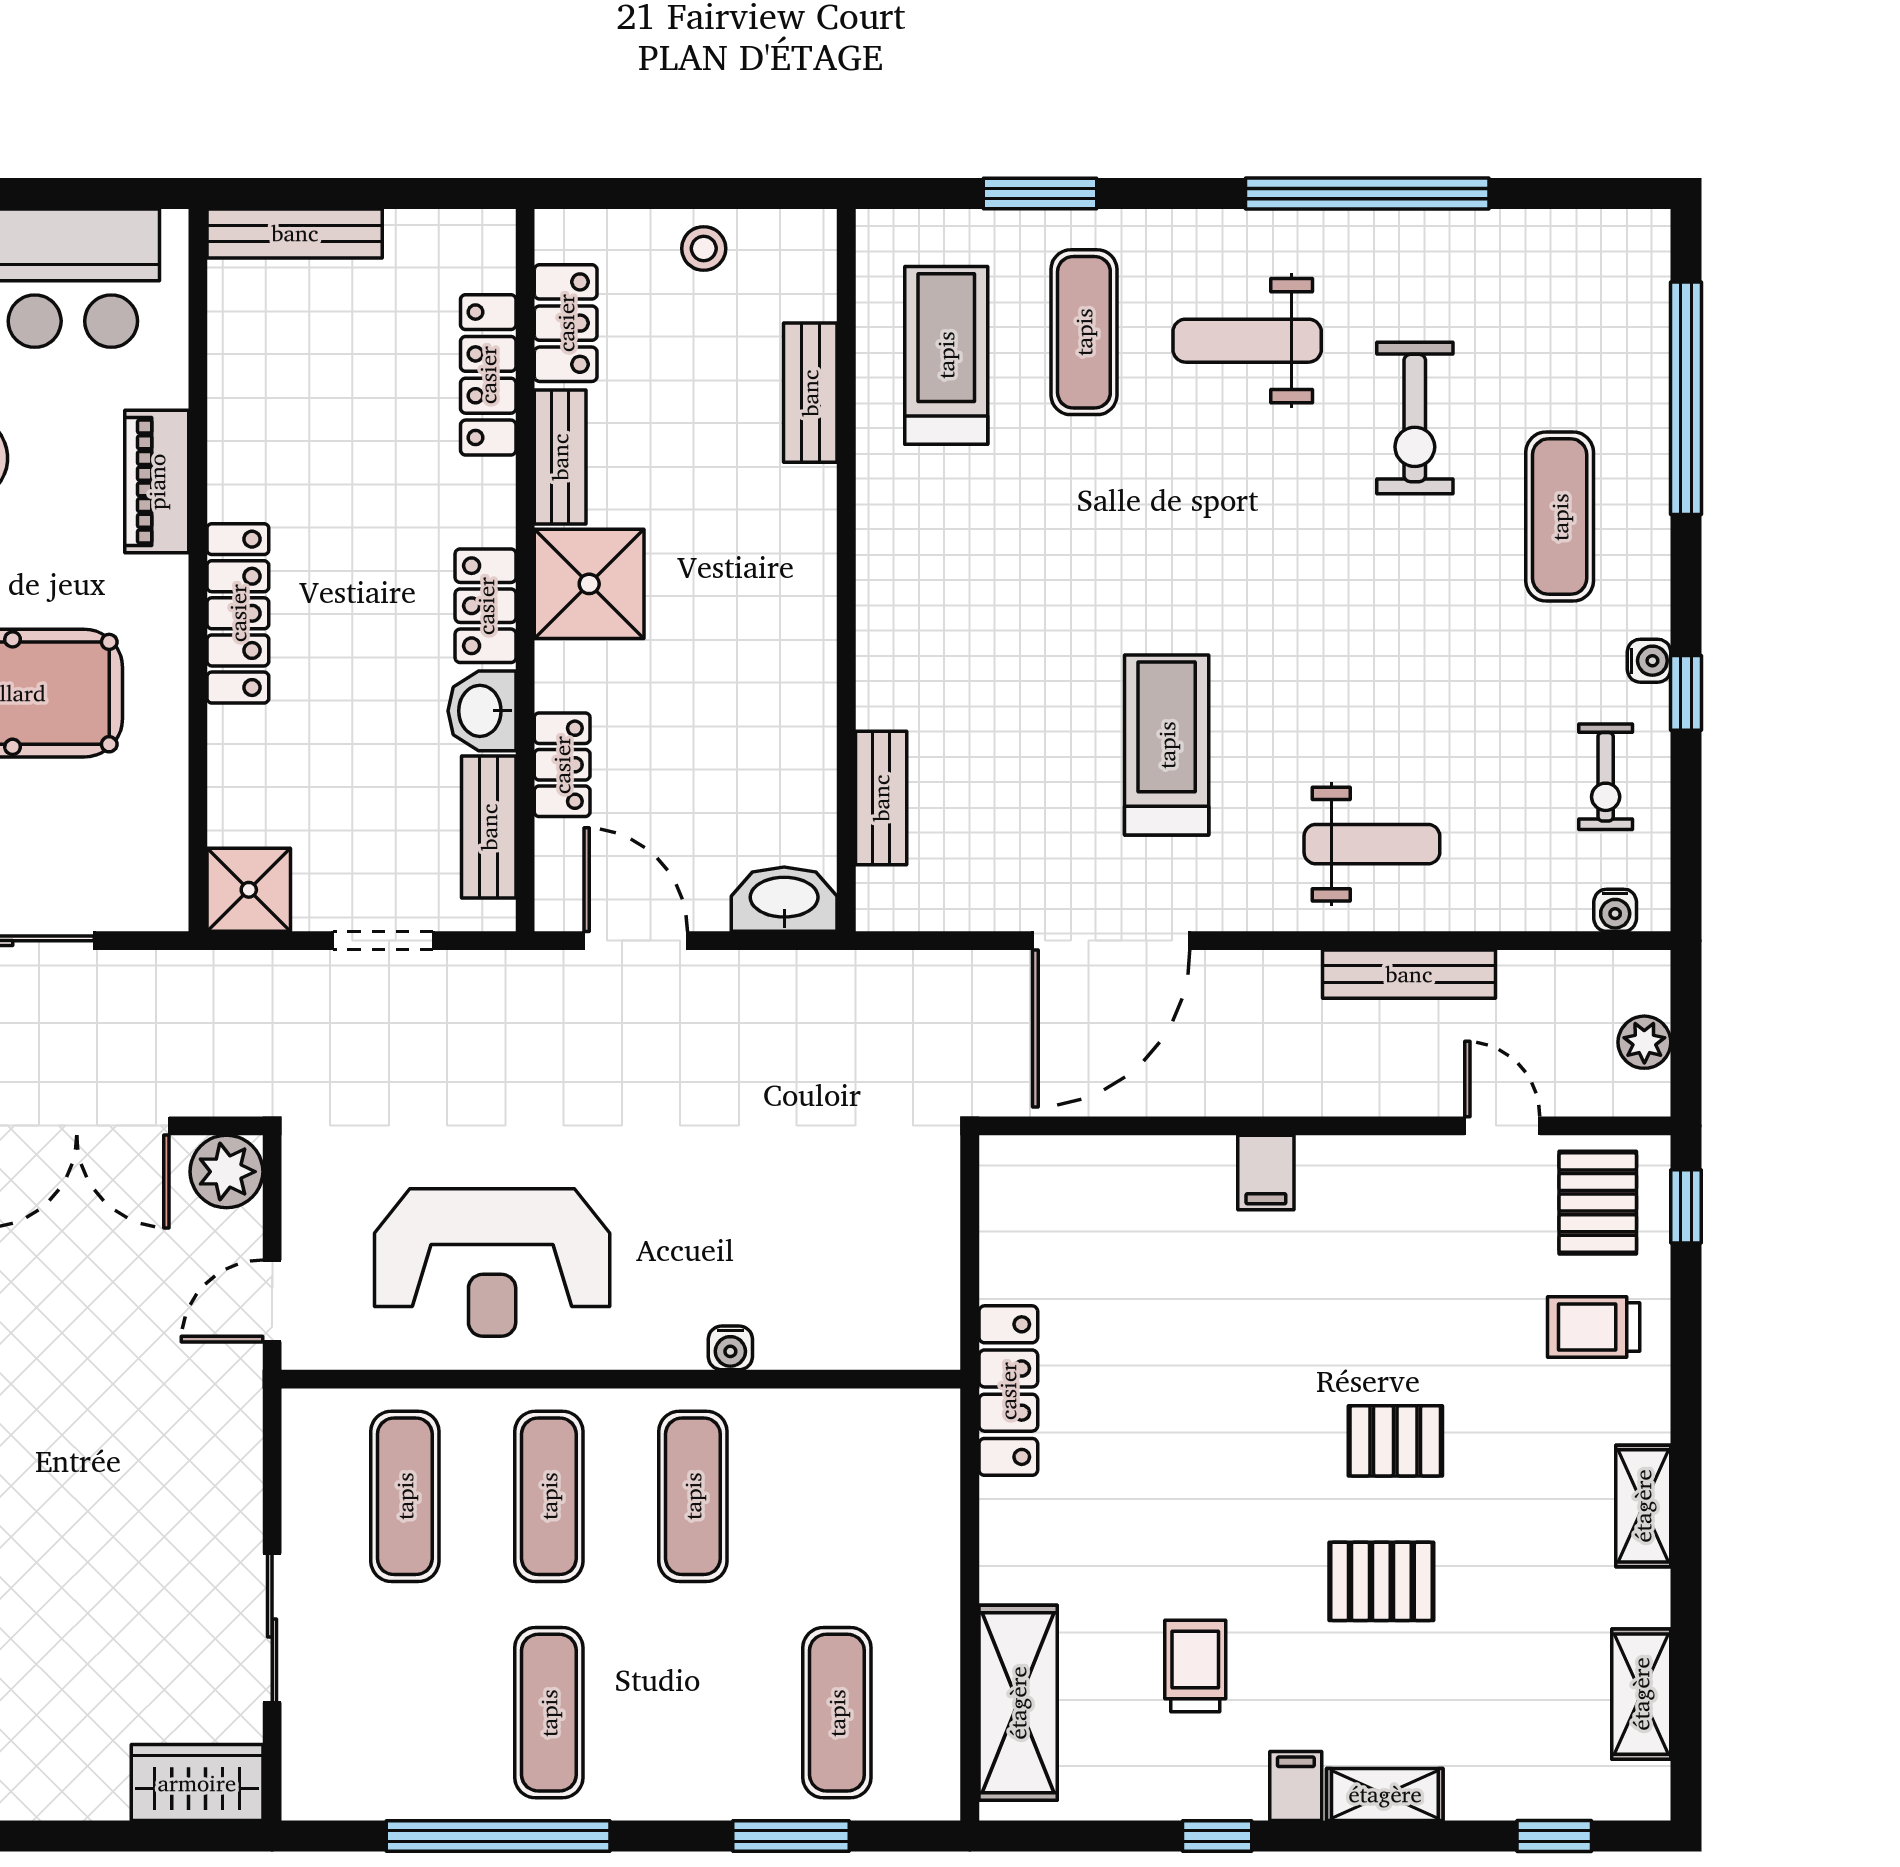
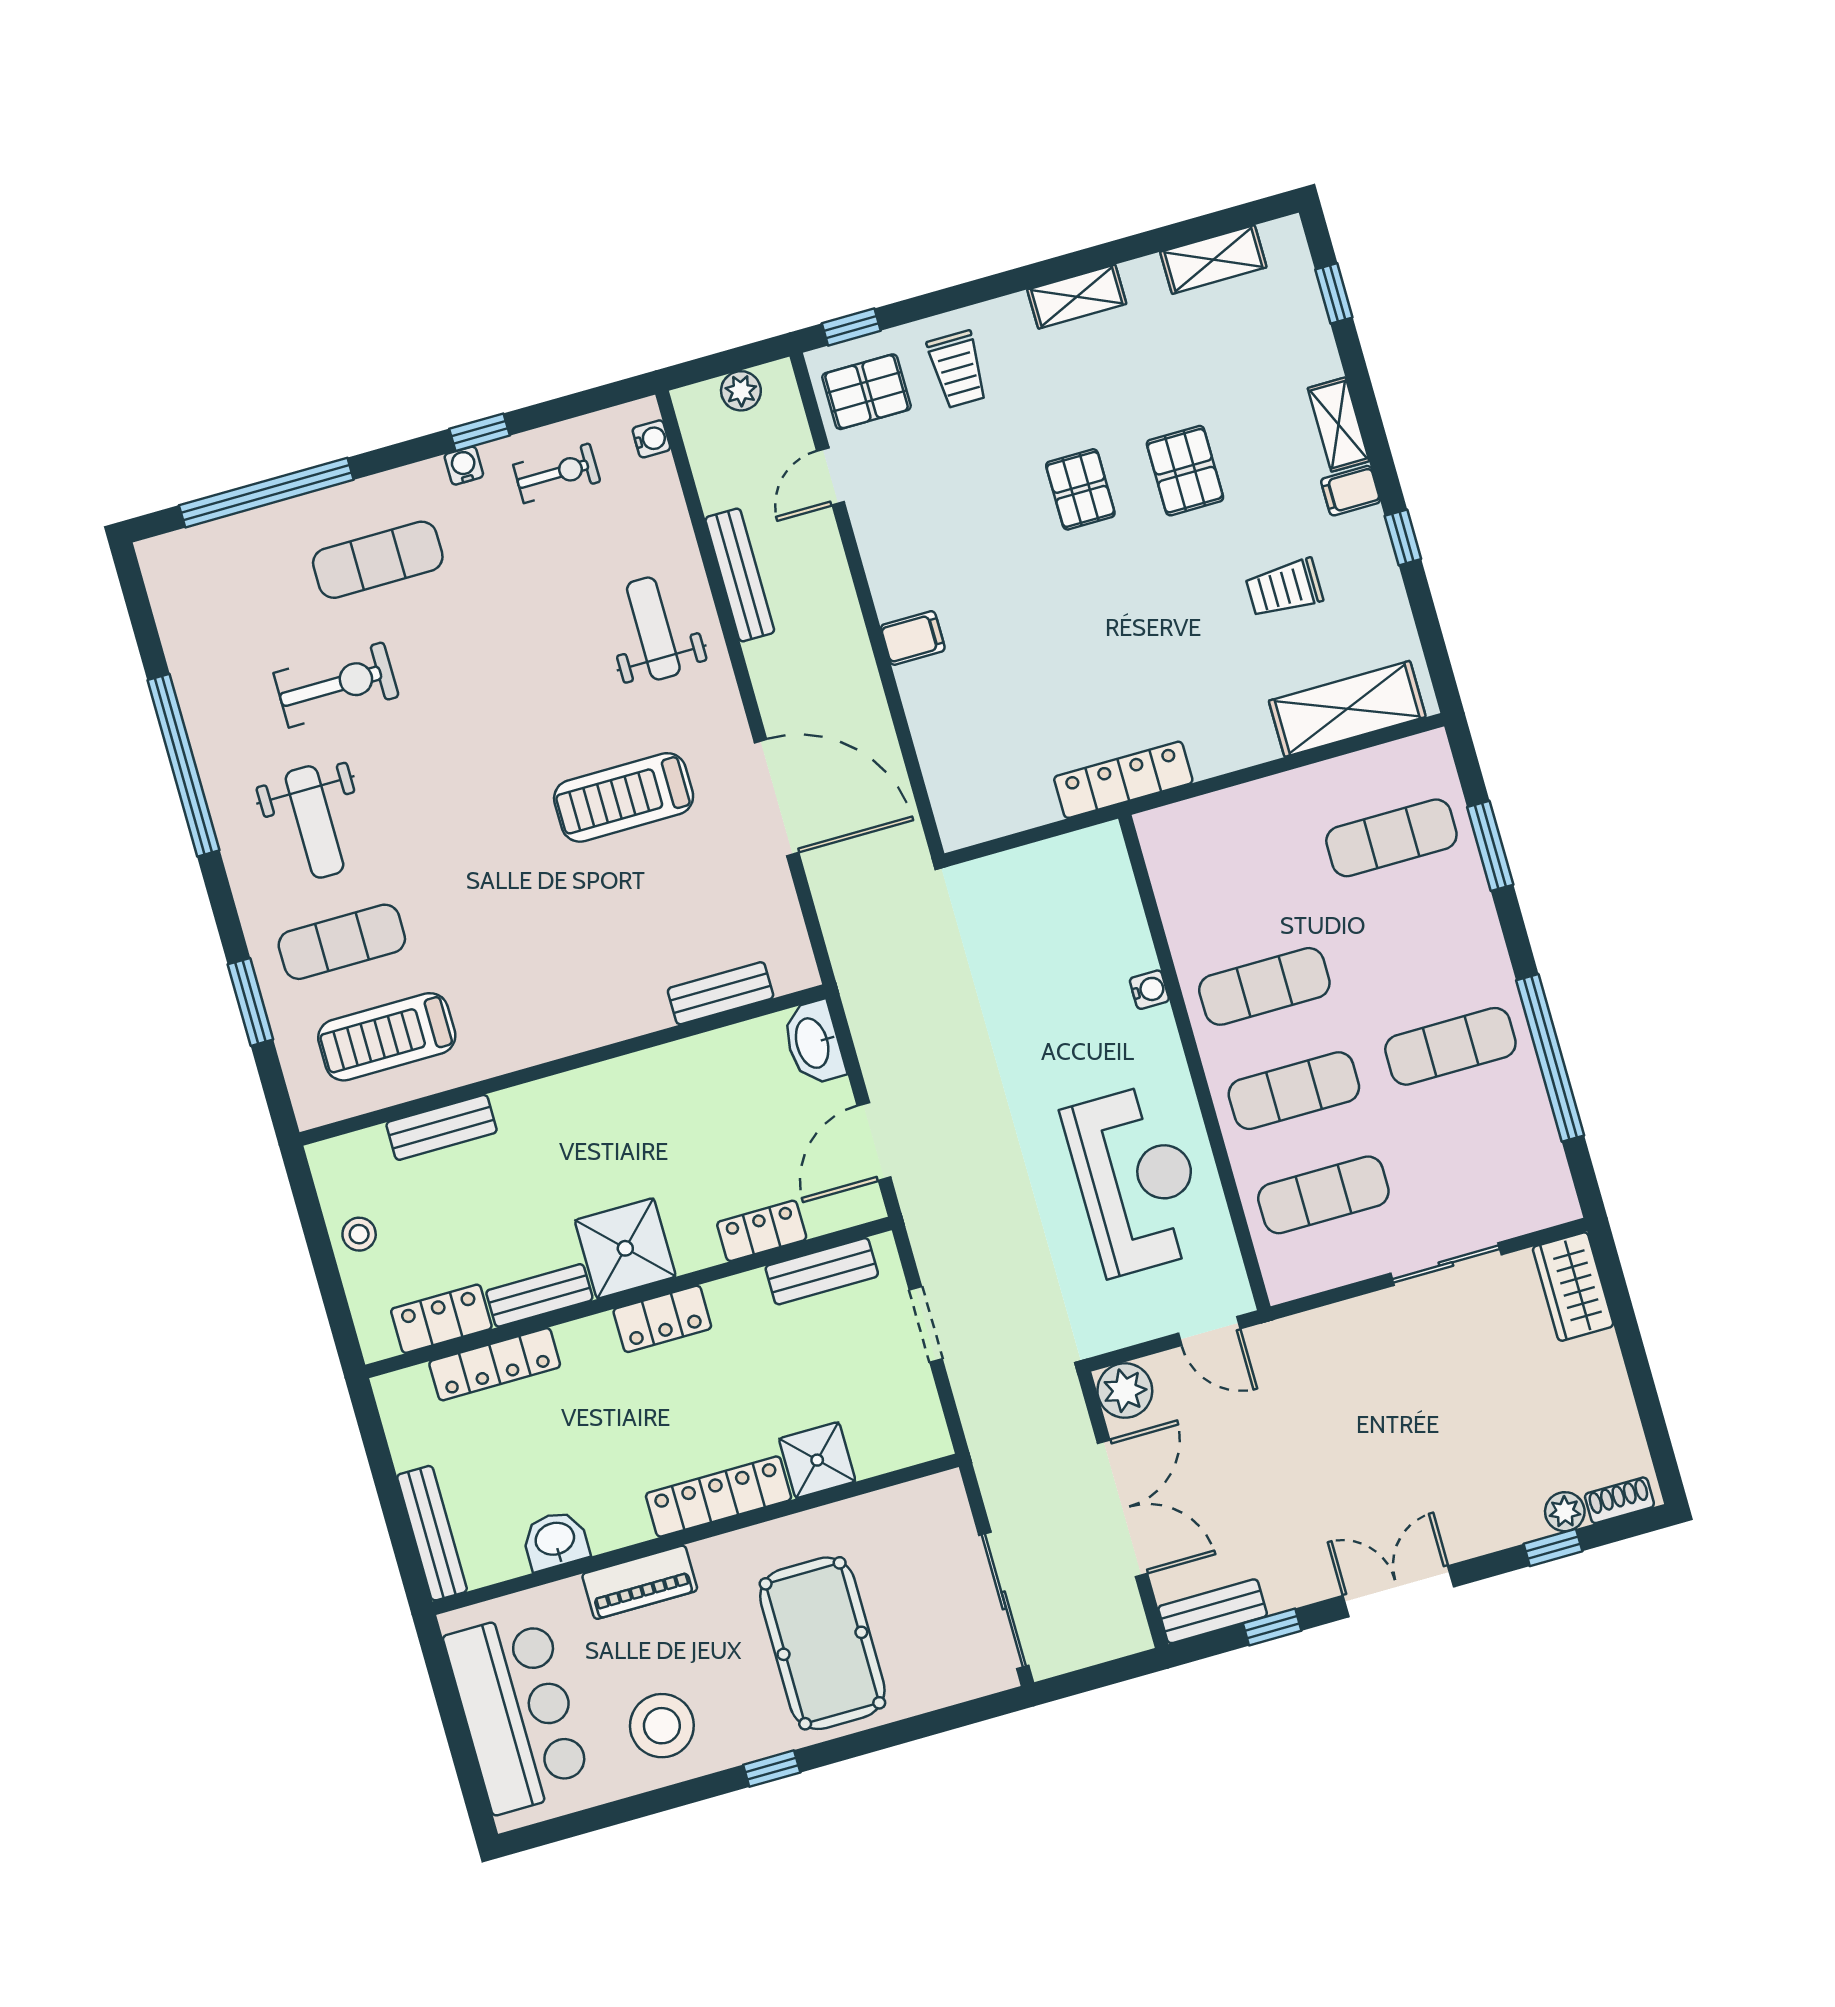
washbasin: (482, 711) -> (555, 1540), moved, turned 180
shower: (249, 890) -> (817, 1460), moved

